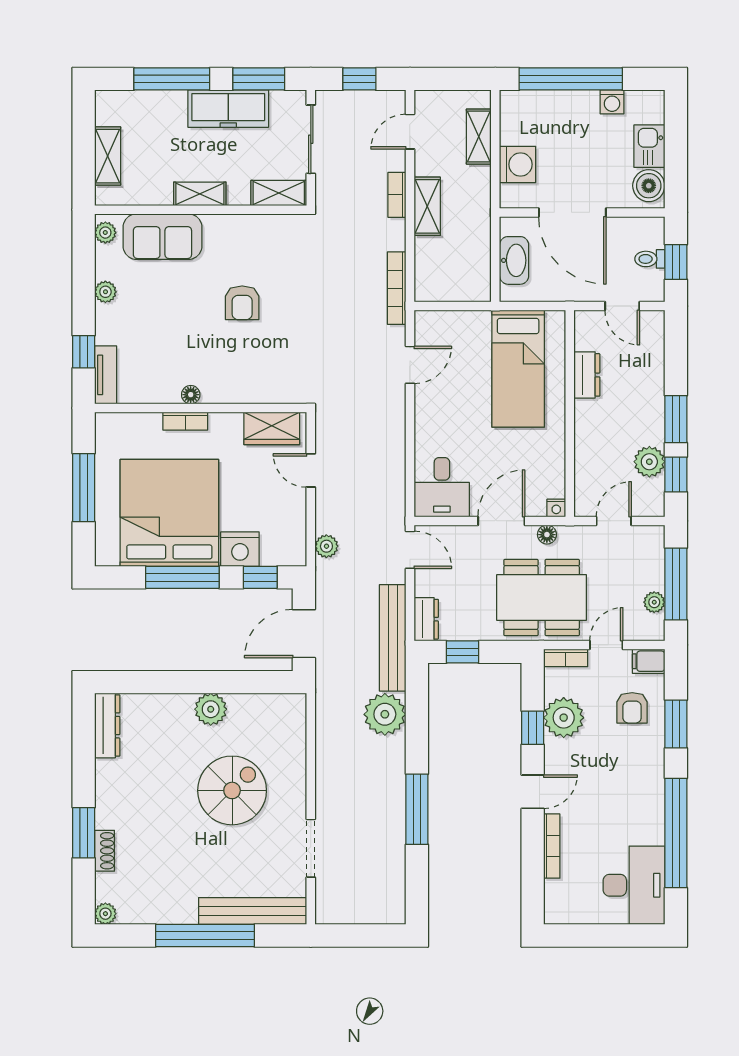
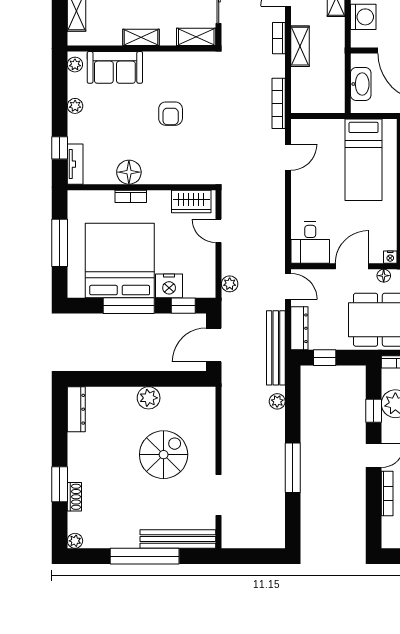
floor lamp: (191, 395) -> (129, 172), width x1.89, depth x1.89
dresser: (426, 619) -> (299, 328), width x1.44
plant: (385, 714) -> (277, 401), width x0.53, depth x0.53

